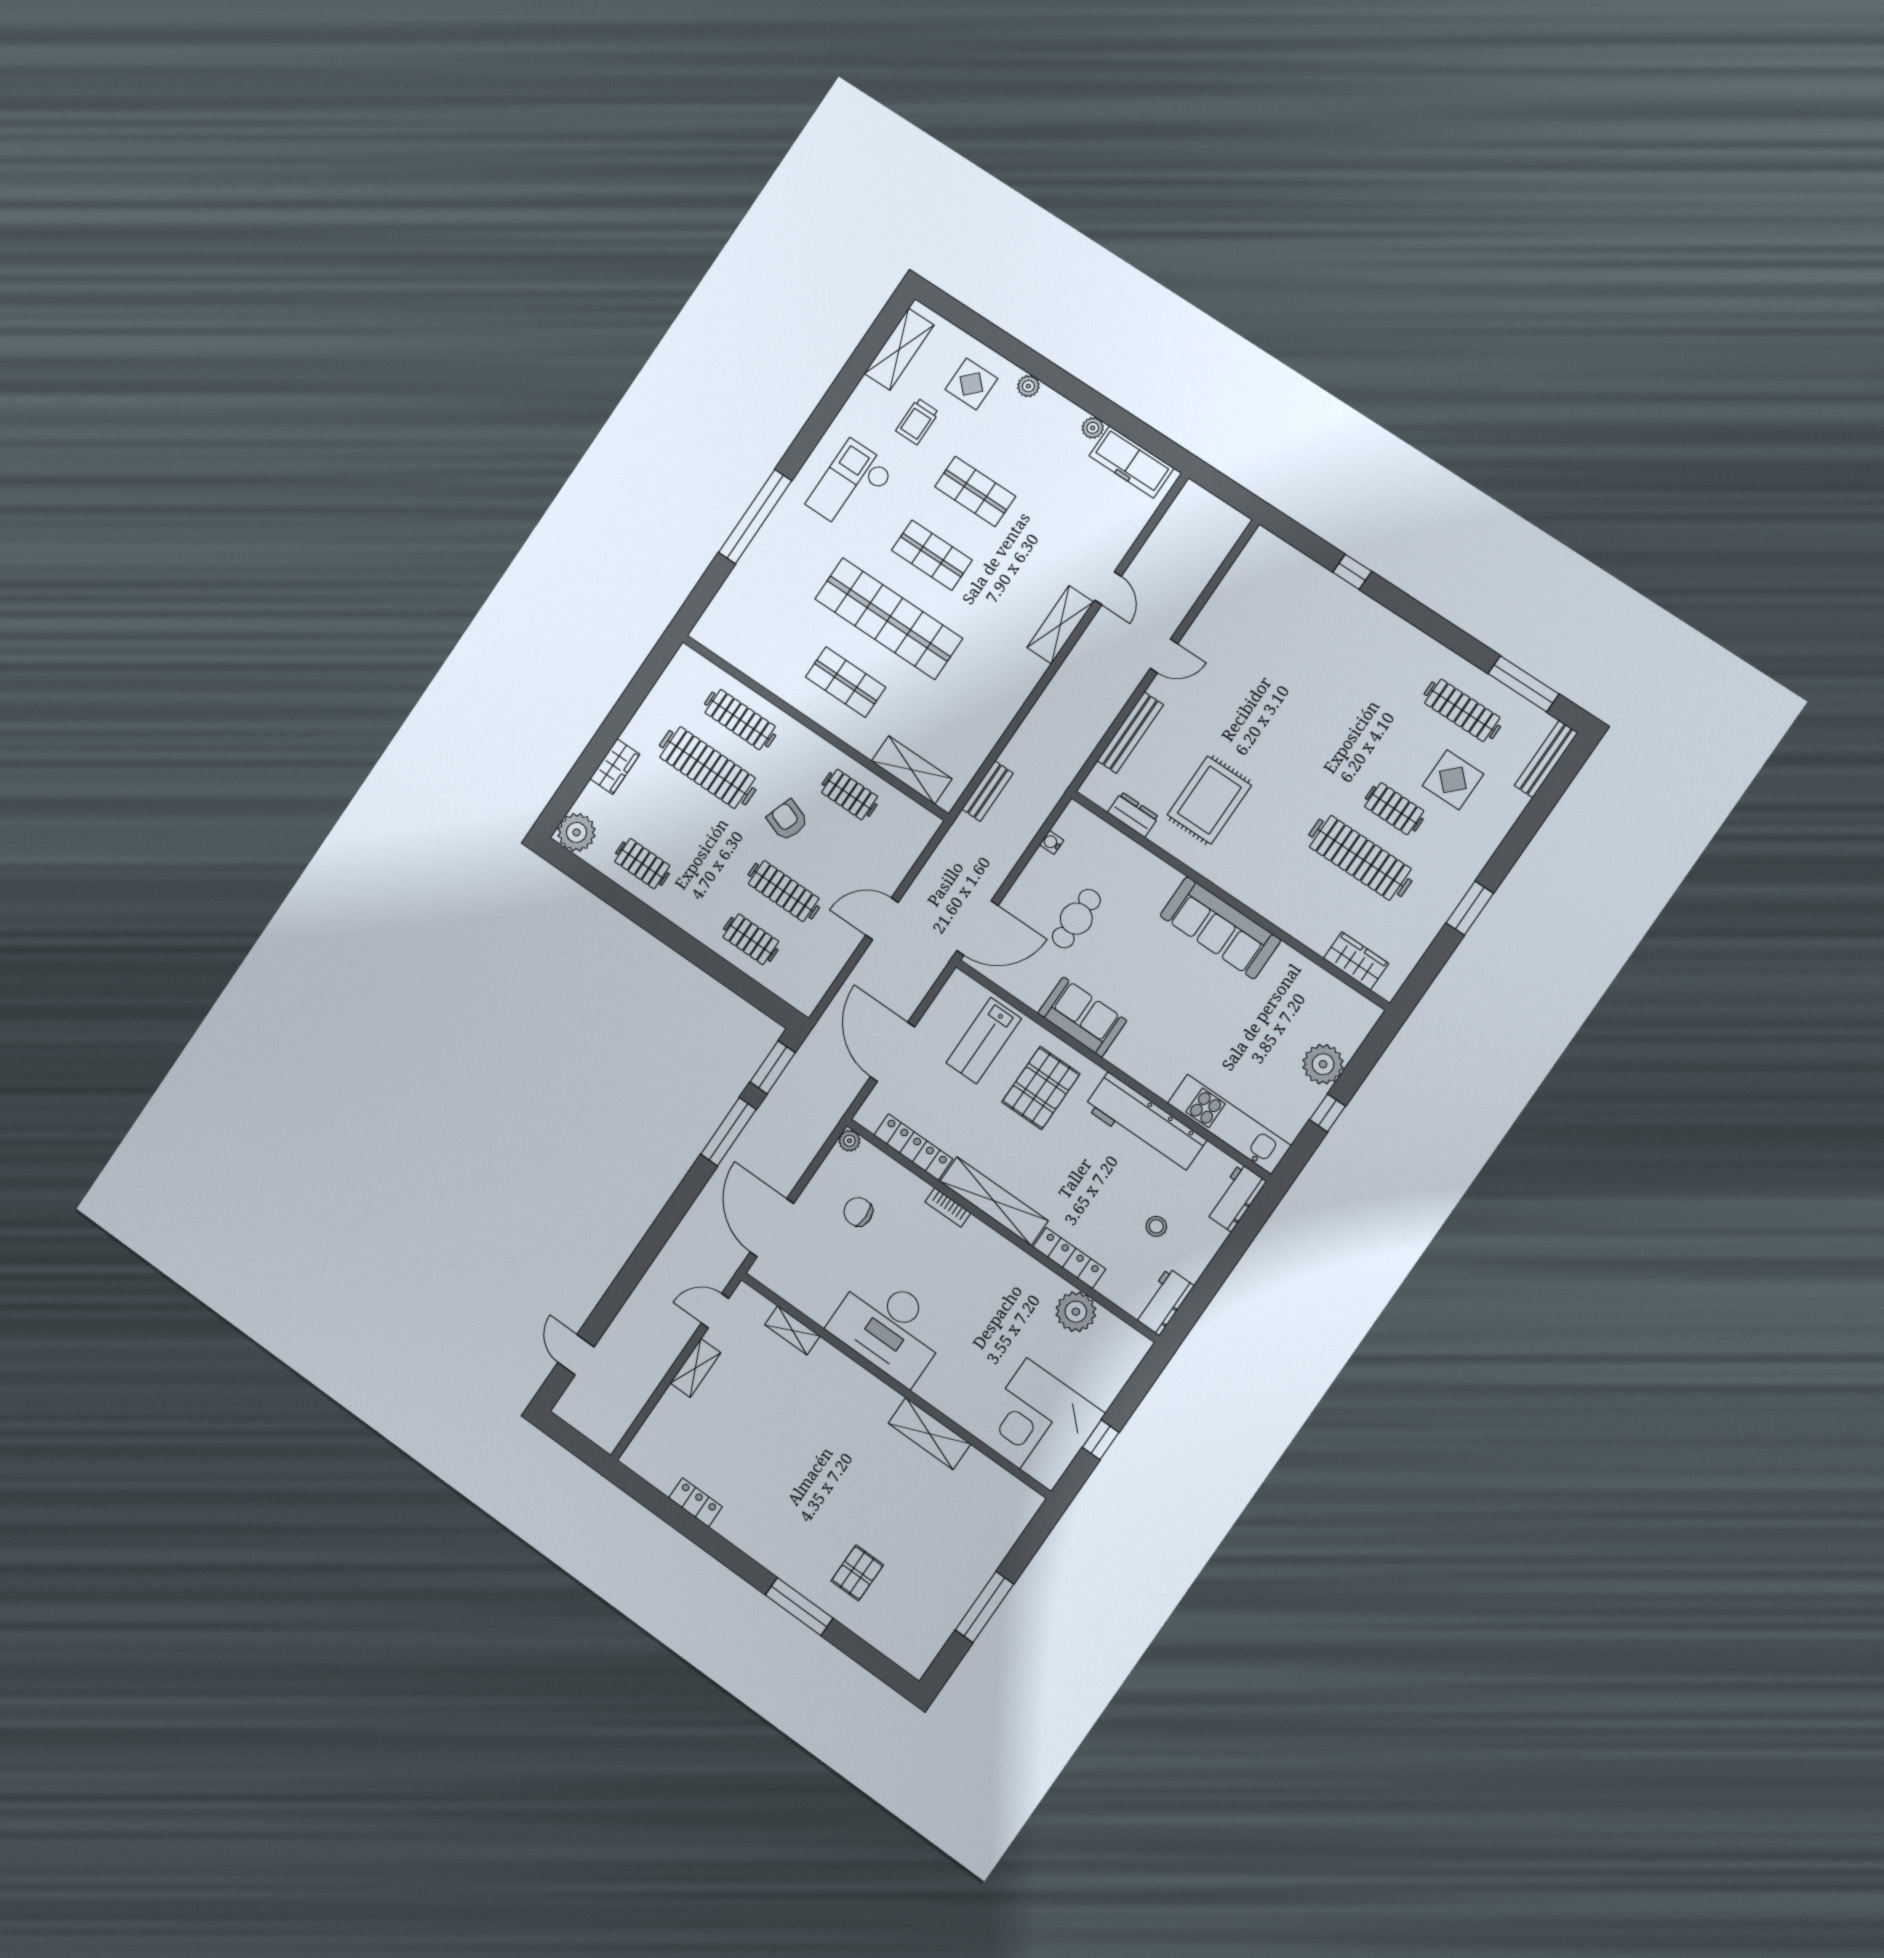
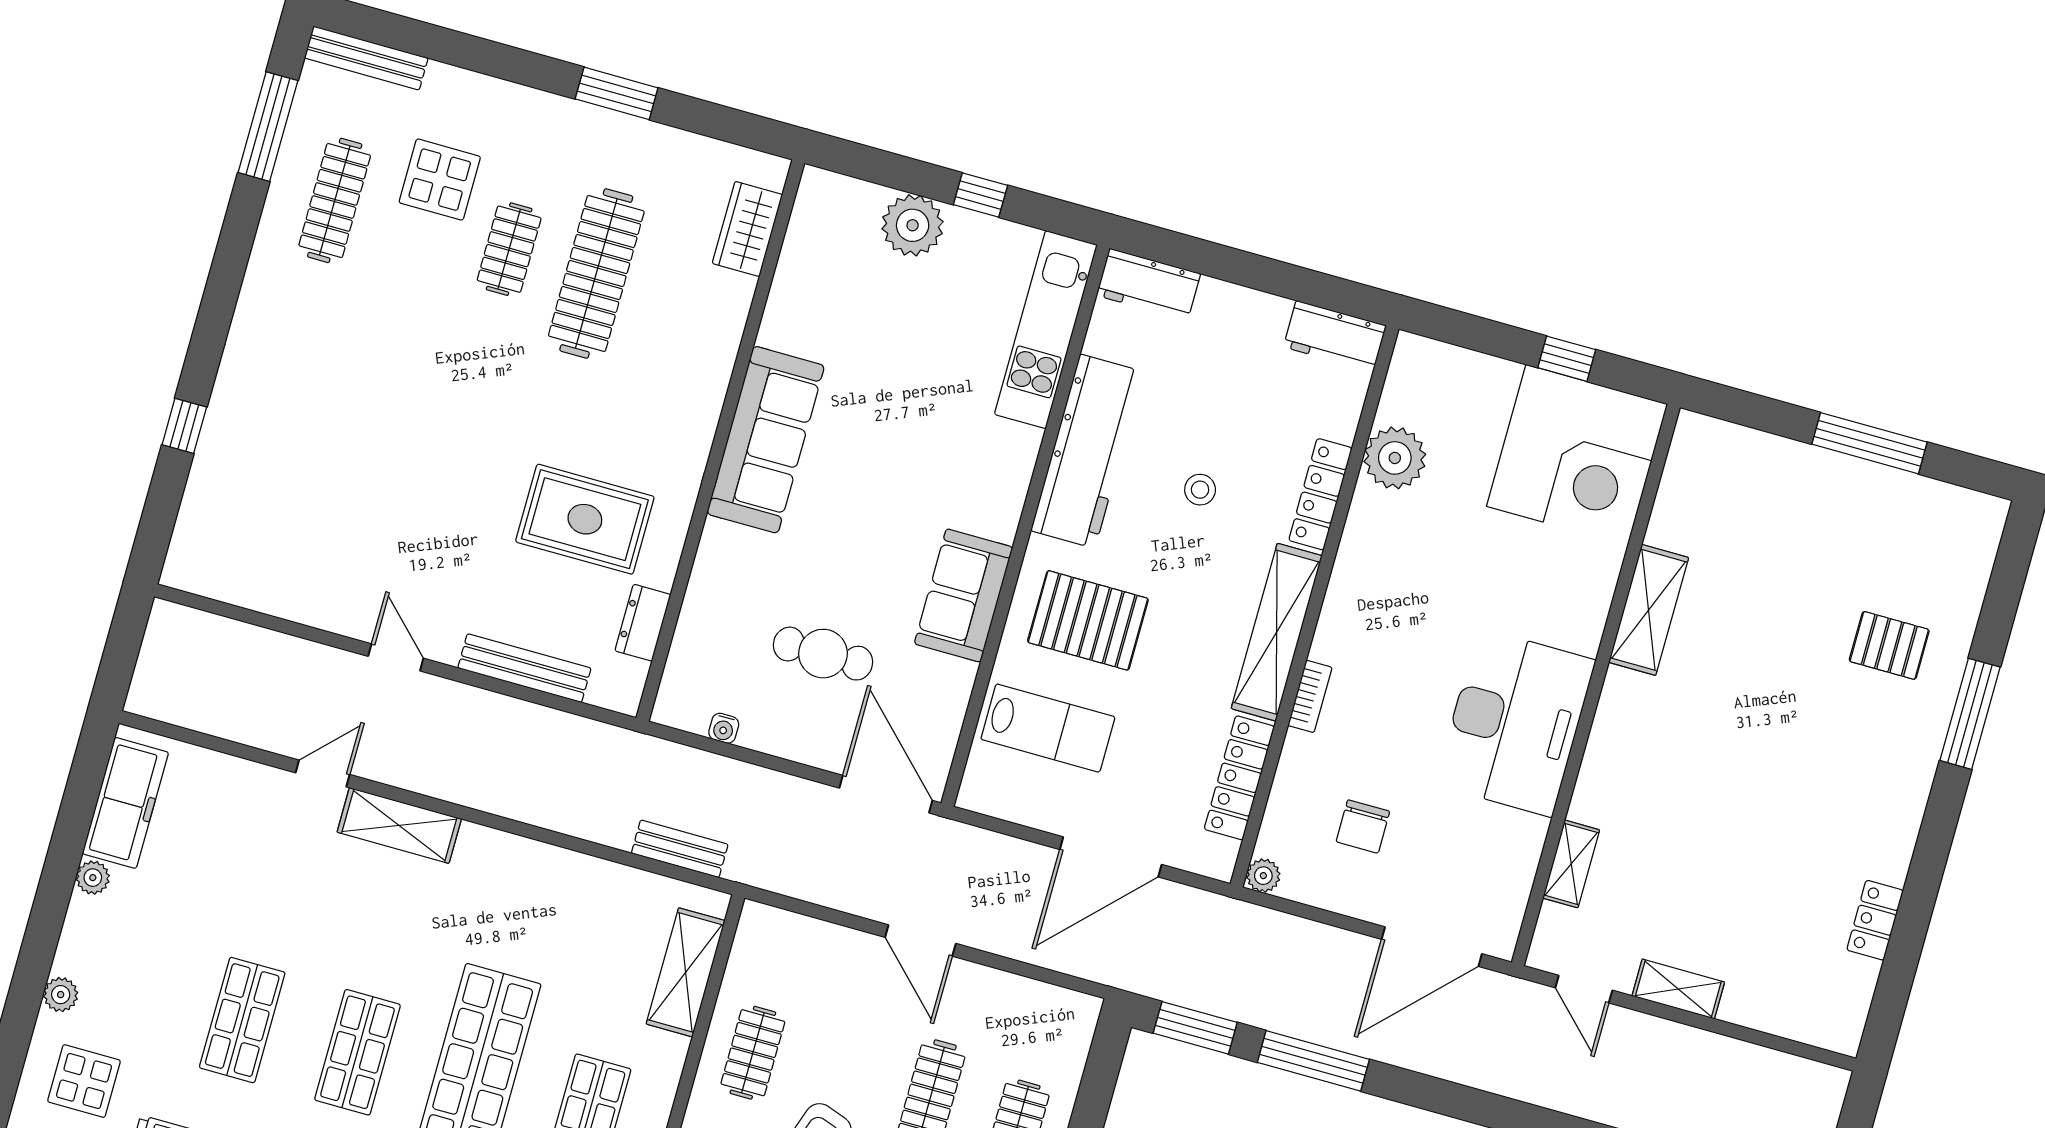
stool: (1156, 1226) -> (1200, 490), moved

